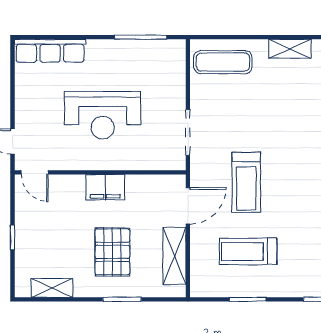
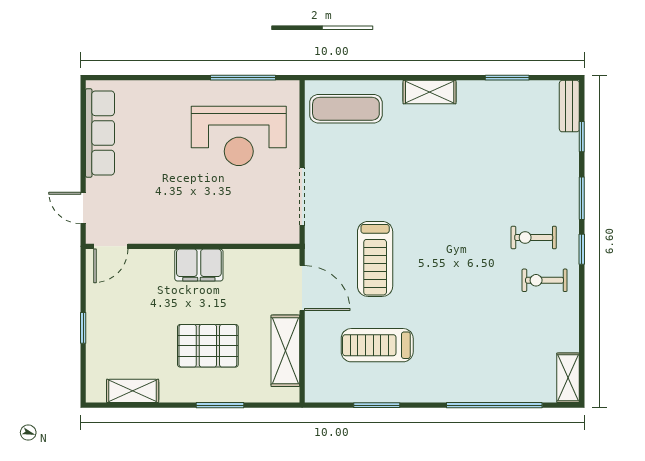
row of seats: (50, 51) -> (100, 133), moved, turned -90
reception desk: (103, 115) -> (239, 136), moved
door: (35, 172) -> (111, 246), hinge flipped
door: (188, 206) -> (302, 288), hinge flipped
pallet: (112, 252) -> (208, 346), turned 90

